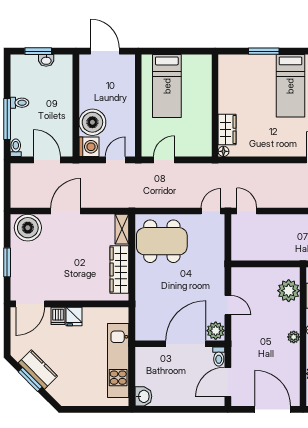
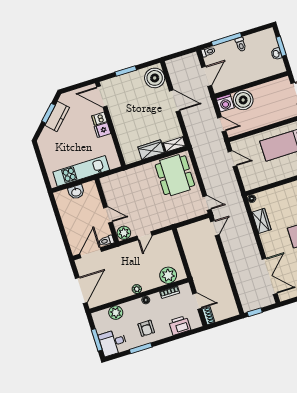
wardrobe: (227, 130) -> (261, 221), moved, turned -90
wardrobe: (119, 269) -> (151, 150), width x0.67
door: (186, 344) -> (108, 215), width x0.53
door: (228, 382) -> (91, 253), hinge flipped
washbasin: (143, 396) -> (76, 192), moved

